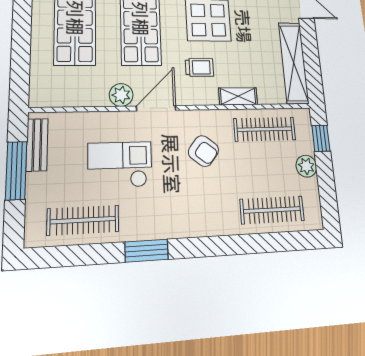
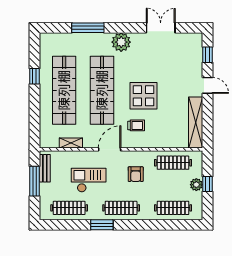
plant: (121, 95) -> (90, 142), removed
shelving: (238, 96) -> (71, 143), moved
window: (321, 138) -> (207, 184), moved
armchair: (204, 151) -> (136, 174), turned 52
clothes rail: (181, 215) -> (121, 208), added

